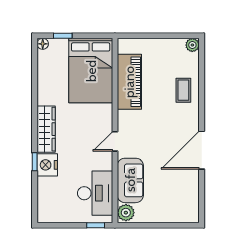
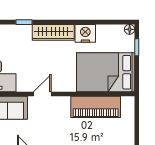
door: (115, 141) -> (42, 94), hinge flipped
nightstand: (47, 165) -> (85, 33), moved

